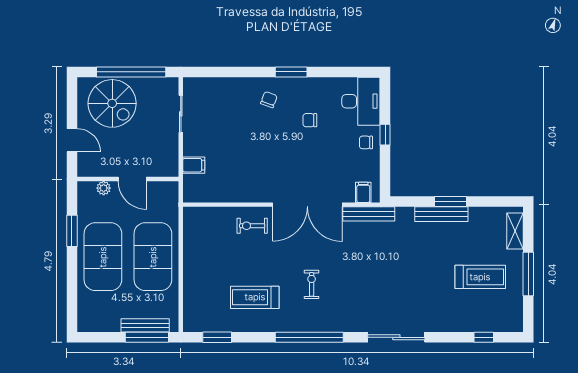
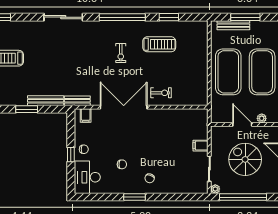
plant: (172, 84) -> (215, 189), added
spiral stairs: (112, 103) -> (245, 159), moved
filing cabinet: (194, 165) -> (201, 146), moved
bench: (369, 214) -> (77, 101), width x0.73
bench: (441, 214) -> (46, 101), moved
window: (147, 337) -> (245, 17), moved
window: (217, 337) -> (169, 17), moved

